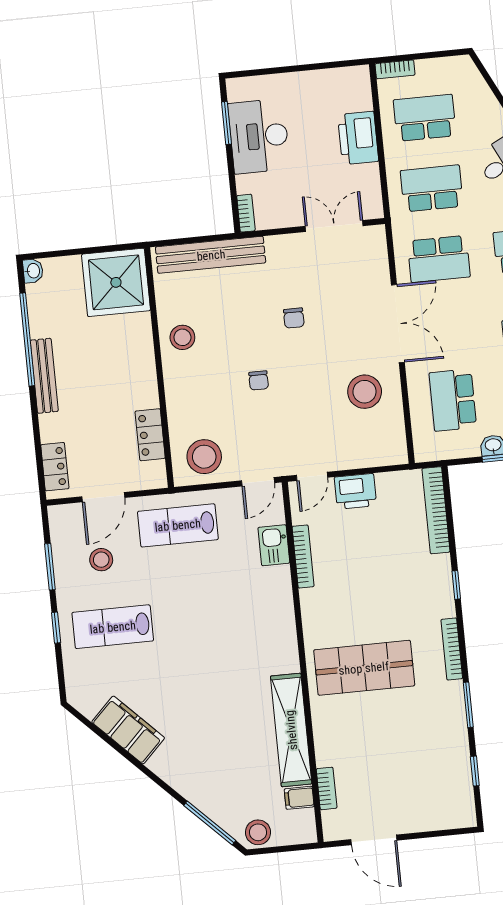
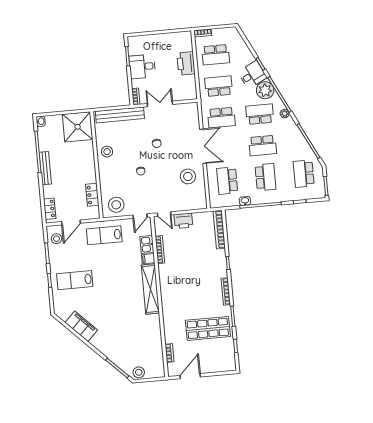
school desk: (425, 118) -> (216, 55), turned 180
desk: (259, 136) -> (142, 67), width x0.73
double door: (334, 226) -> (160, 104), moved
door: (312, 476) -> (164, 214), hinge flipped
stool: (101, 560) -> (56, 239), moved
shop shelf: (364, 668) -> (208, 328), moved
shelving: (291, 730) -> (150, 289), moved
filing cabinet: (299, 798) -> (148, 259), moved
door: (374, 840) -> (190, 376), swing flipped

